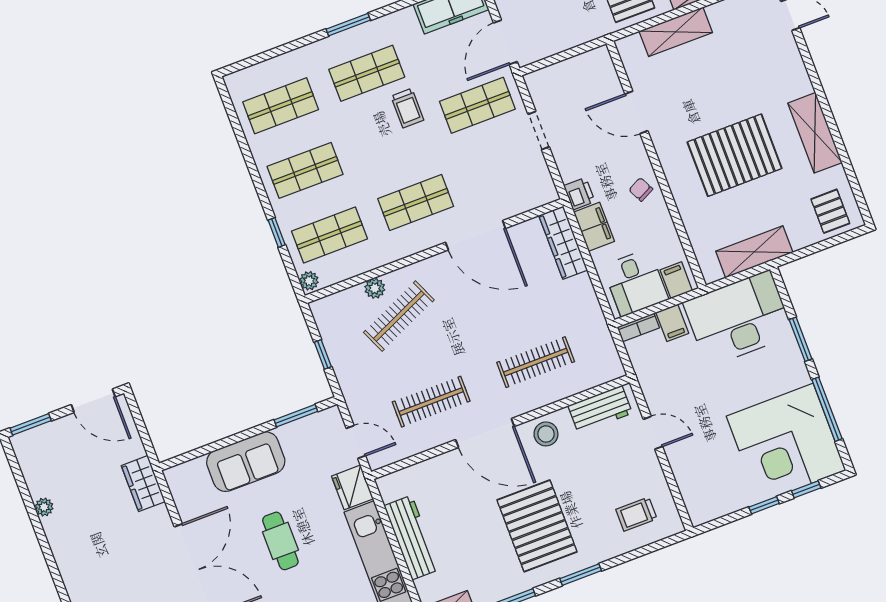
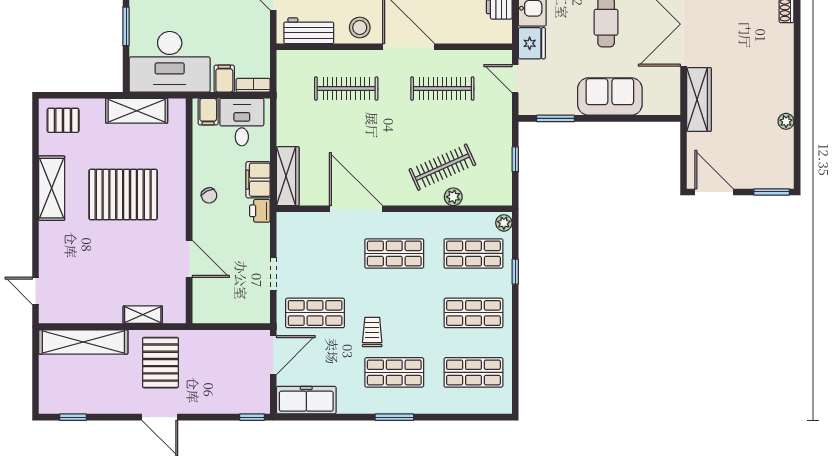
shelving: (676, 32) -> (143, 315), width x0.67, depth x0.75
pallet: (830, 211) -> (63, 120), turned 90
wardrobe: (143, 484) -> (699, 99), width x1.50

